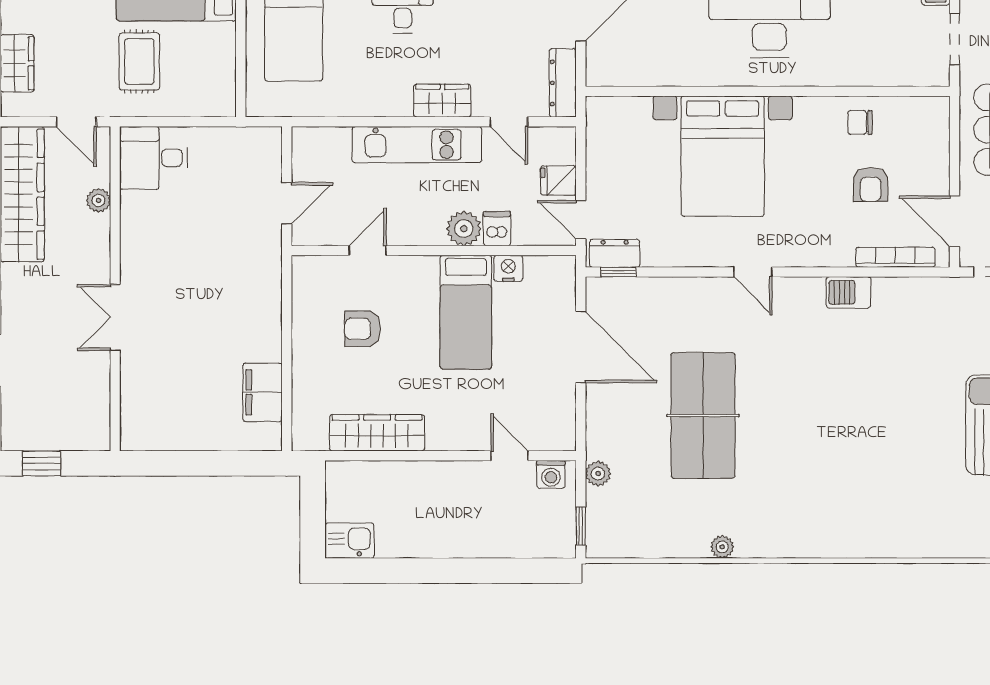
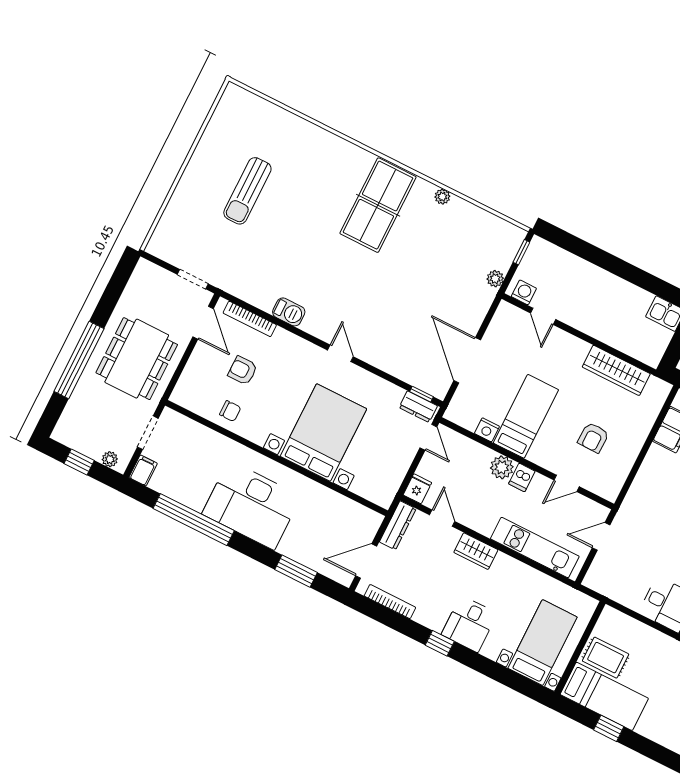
rug: (139, 62) -> (606, 658), moved, turned 90
kitchen unit: (417, 145) -> (535, 547), moved
fridge: (558, 181) -> (417, 489), moved, turned -90
armchair: (871, 184) -> (243, 370), turned -90
dishwasher: (497, 229) -> (522, 477), moved
armchair: (363, 329) -> (593, 438), turned 91
table tennis table: (703, 415) -> (378, 205), moved

